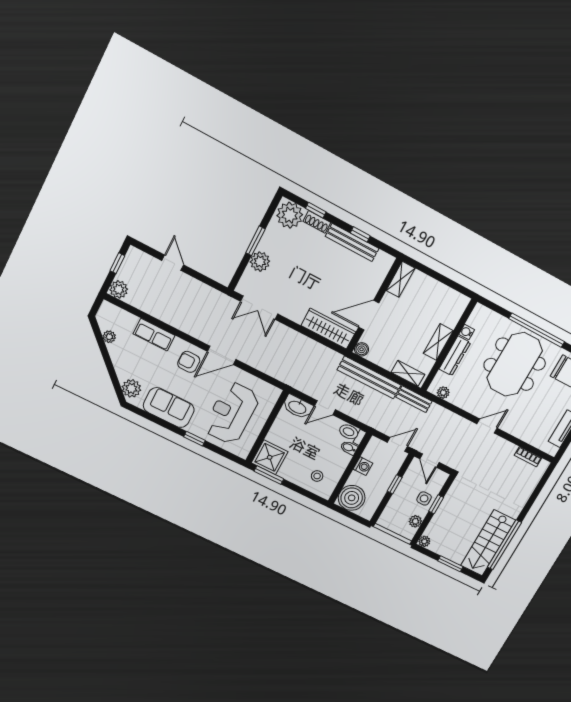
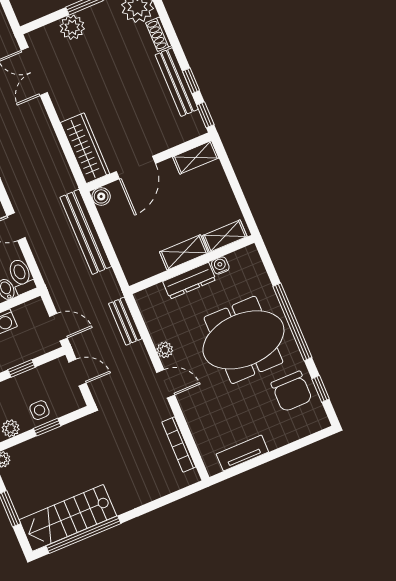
window: (316, 210) -> (205, 115), moved
door: (369, 315) -> (136, 168), swing flipped
shelving: (408, 373) -> (225, 236), moved, turned 90
plant: (443, 393) -> (165, 350), moved
bench: (414, 399) -> (125, 321), moved
bookcase: (528, 457) -> (179, 444), width x1.56
door: (429, 461) -> (77, 373), swing flipped

